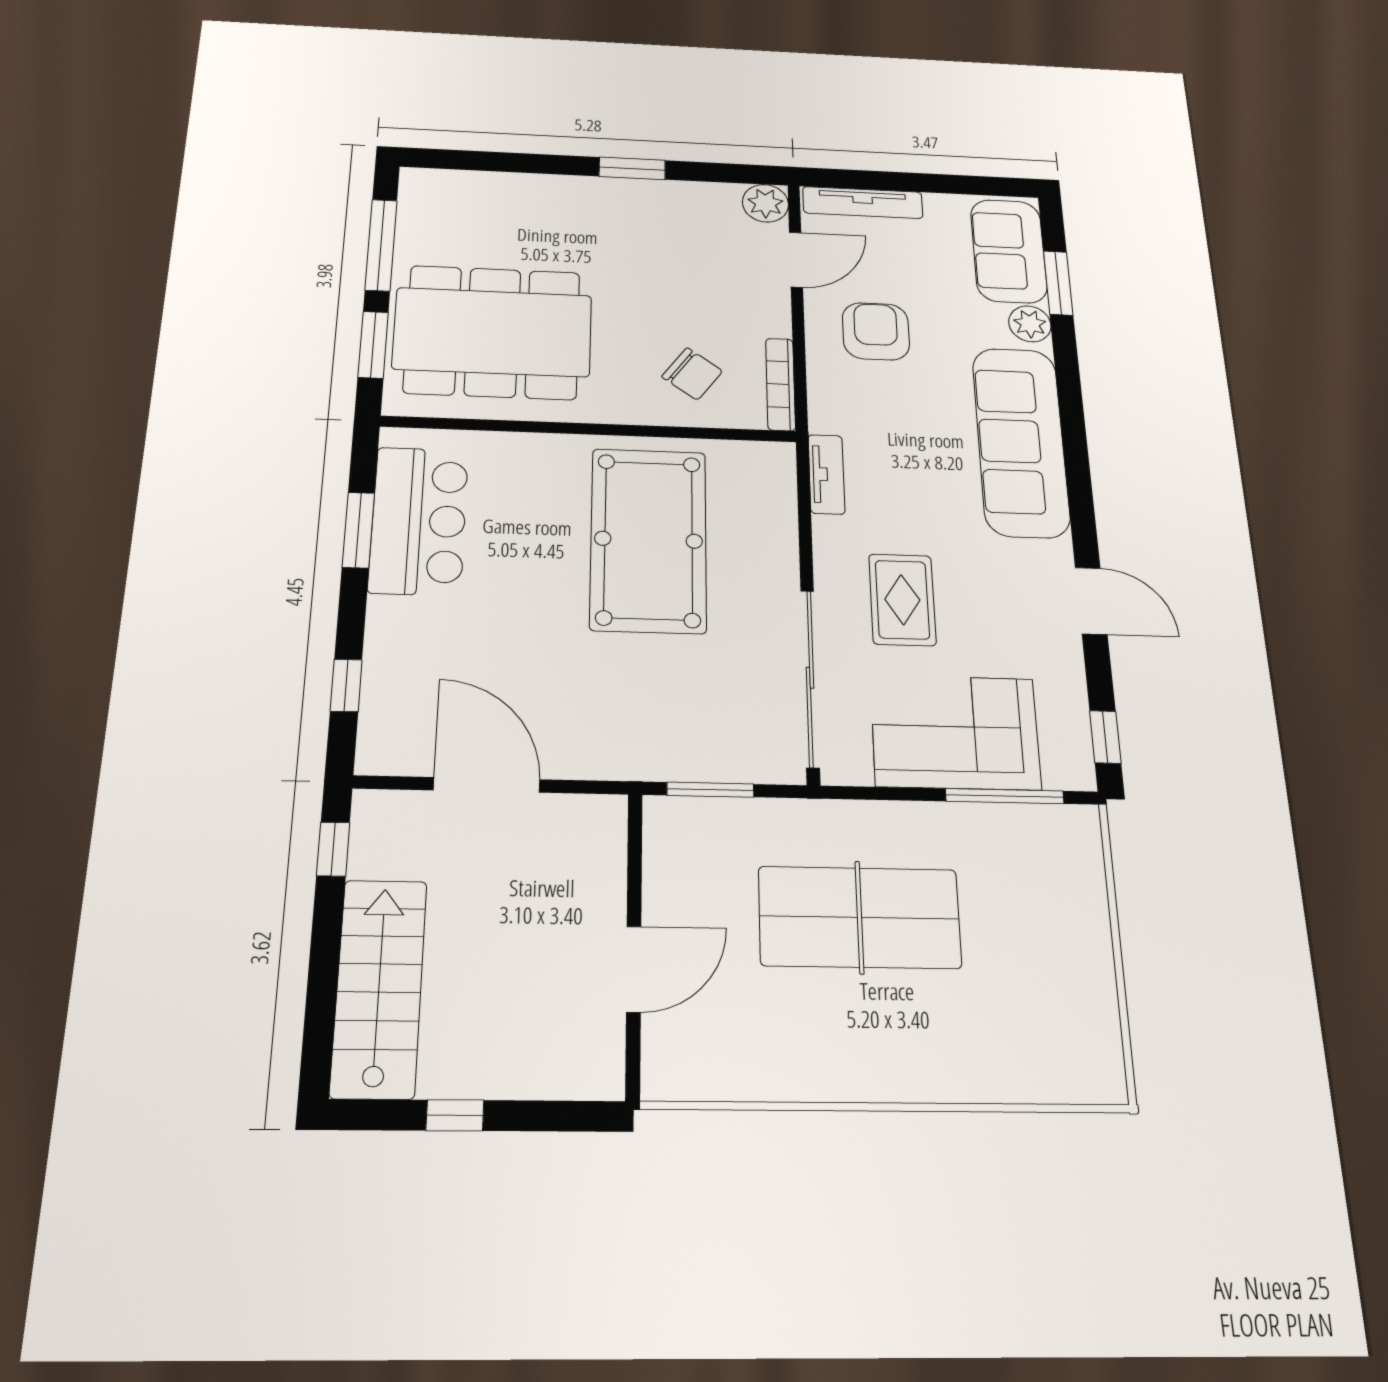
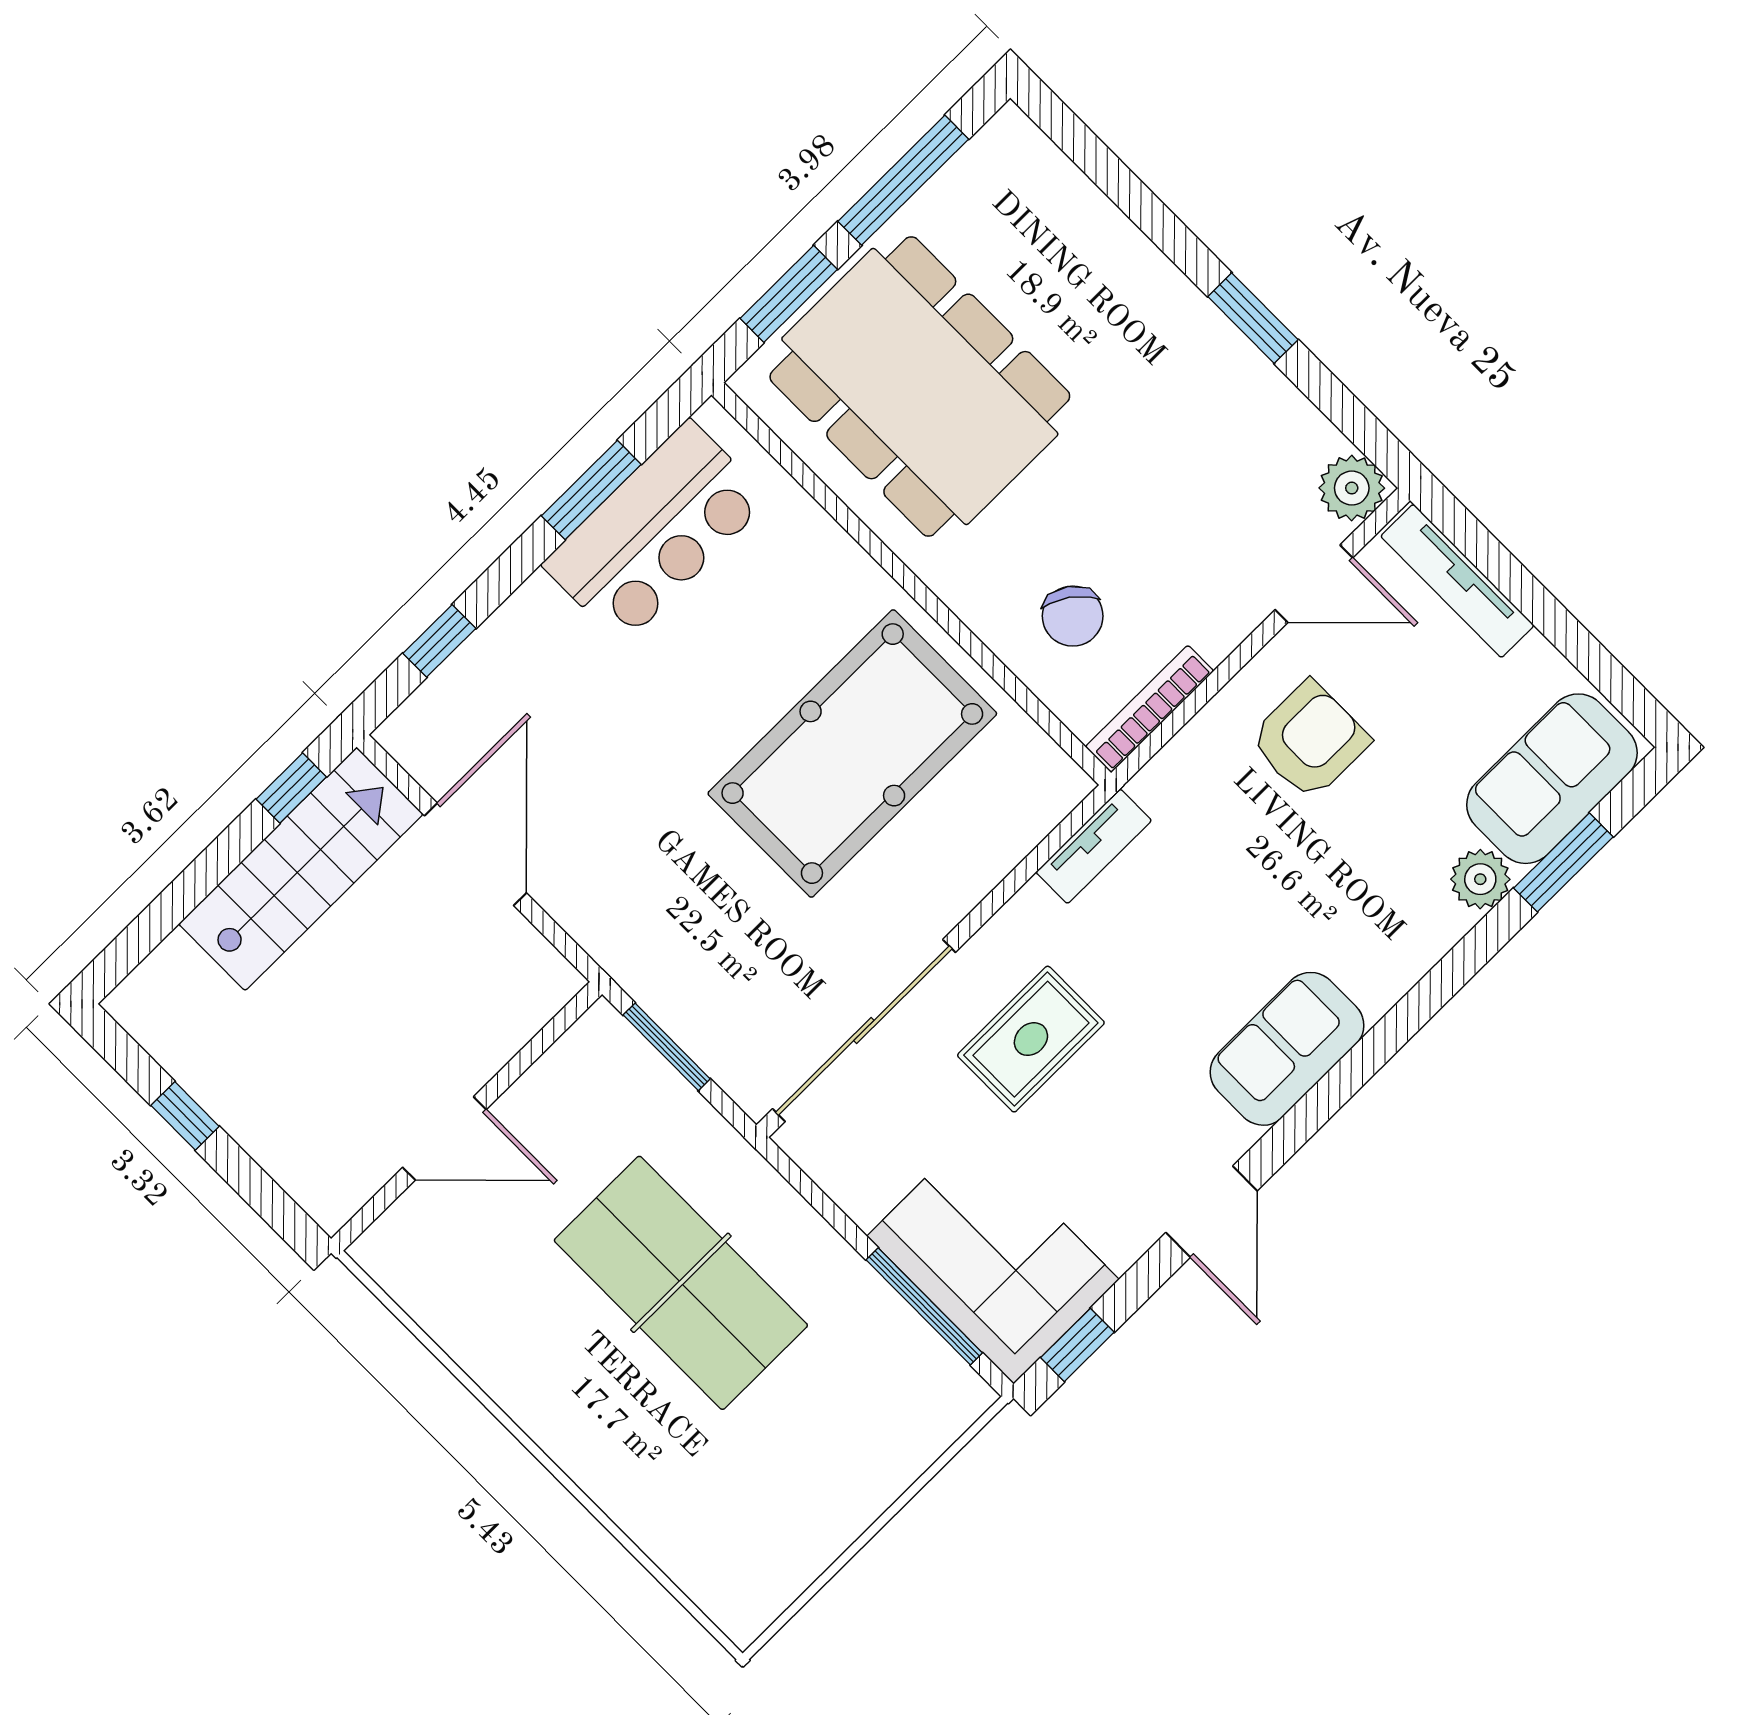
sofa: (1021, 441) -> (1287, 1049), width x0.54, depth x0.79
corner sofa: (955, 732) -> (993, 1258), moved
stairs: (379, 988) -> (301, 869), moved

